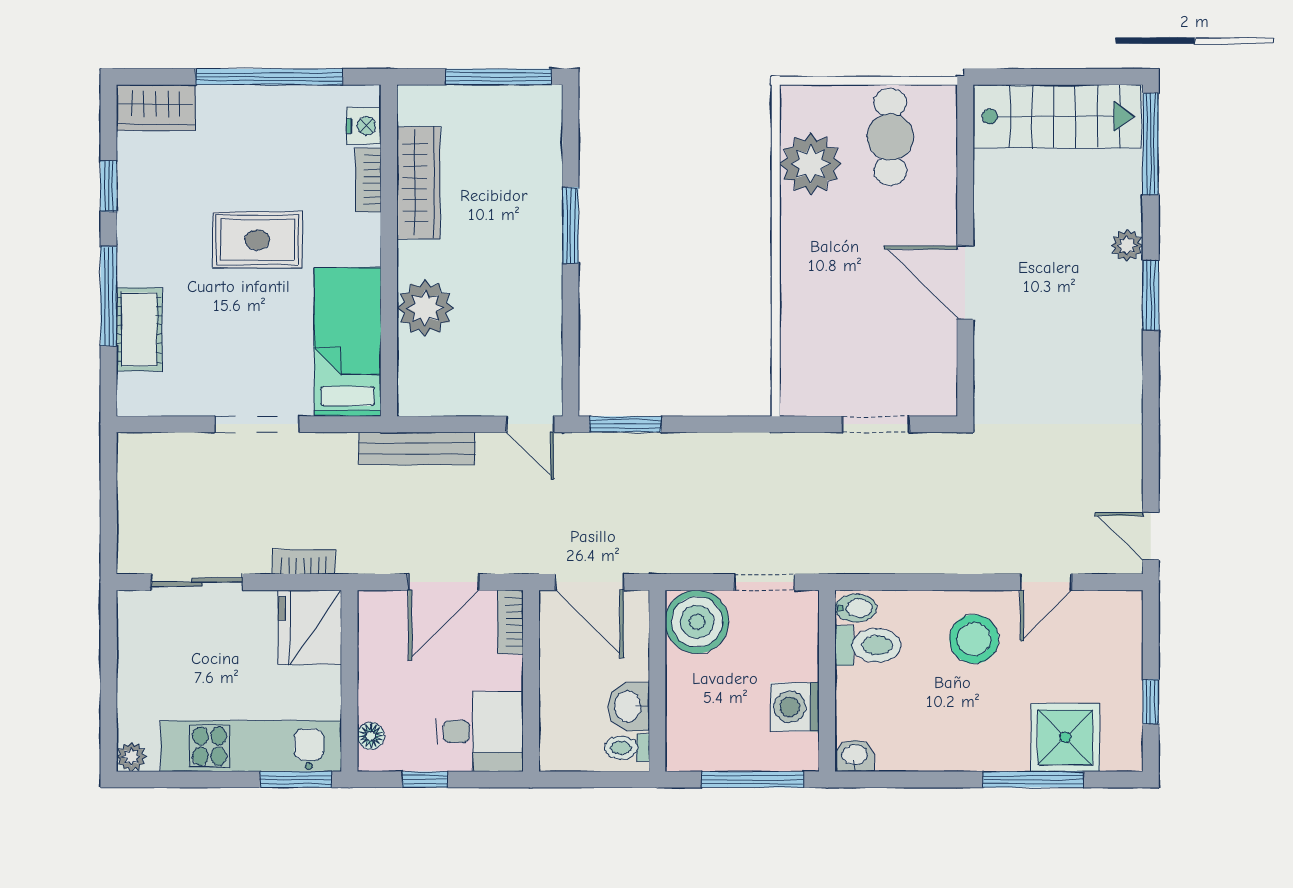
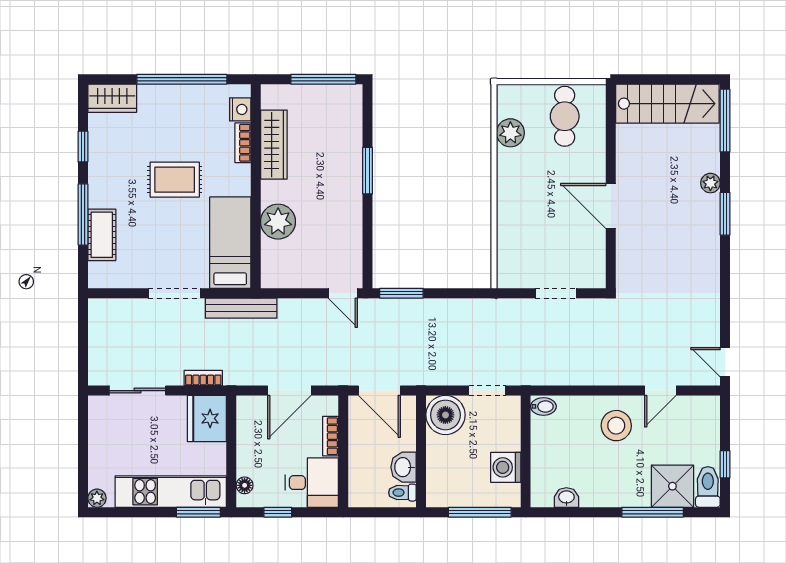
plant: (811, 164) -> (510, 133), width x0.73, depth x0.73
bench: (417, 448) -> (241, 308), moved
bookcase: (510, 622) -> (330, 436), moved
toilet: (868, 645) -> (708, 487), moved, turned -90
washbasin: (855, 756) -> (566, 498), moved

